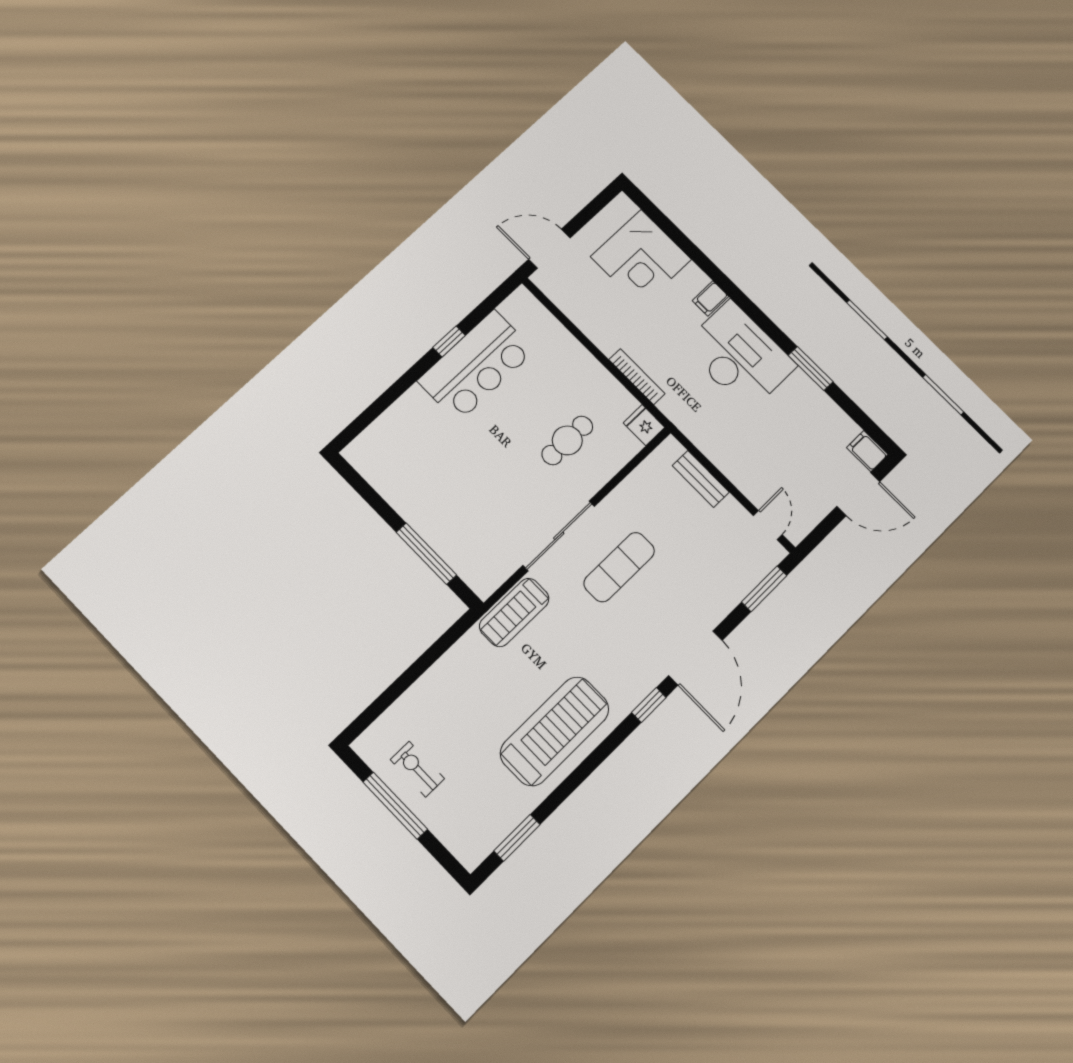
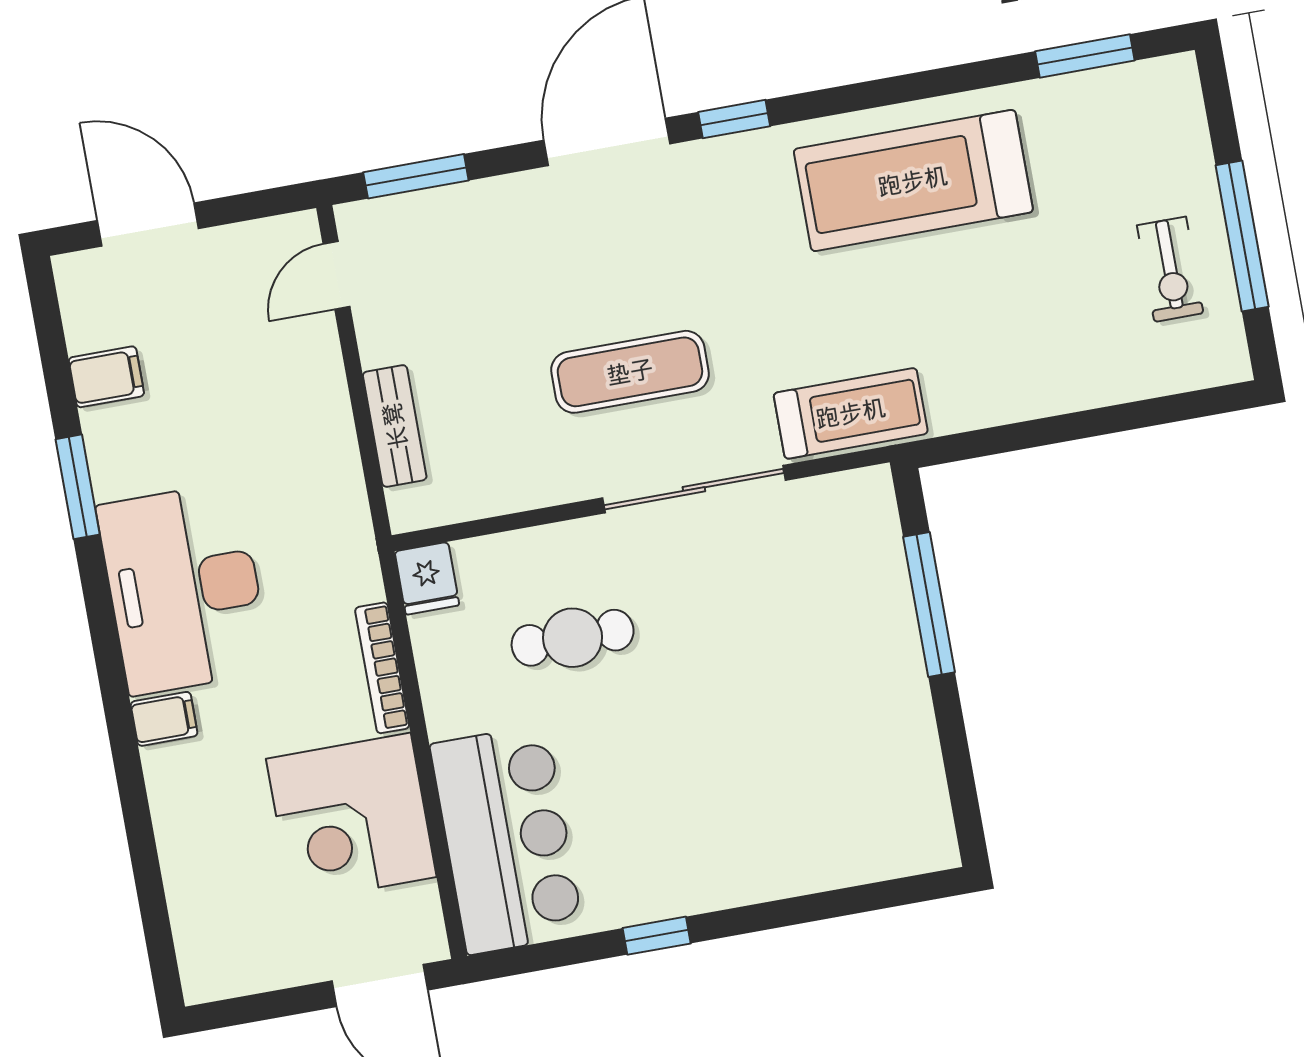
corner desk: (641, 258) -> (351, 818), moved, turned 180
bar counter: (476, 366) -> (507, 839), moved, turned 90
filing cabinet: (867, 451) -> (106, 377), moved, turned -90

